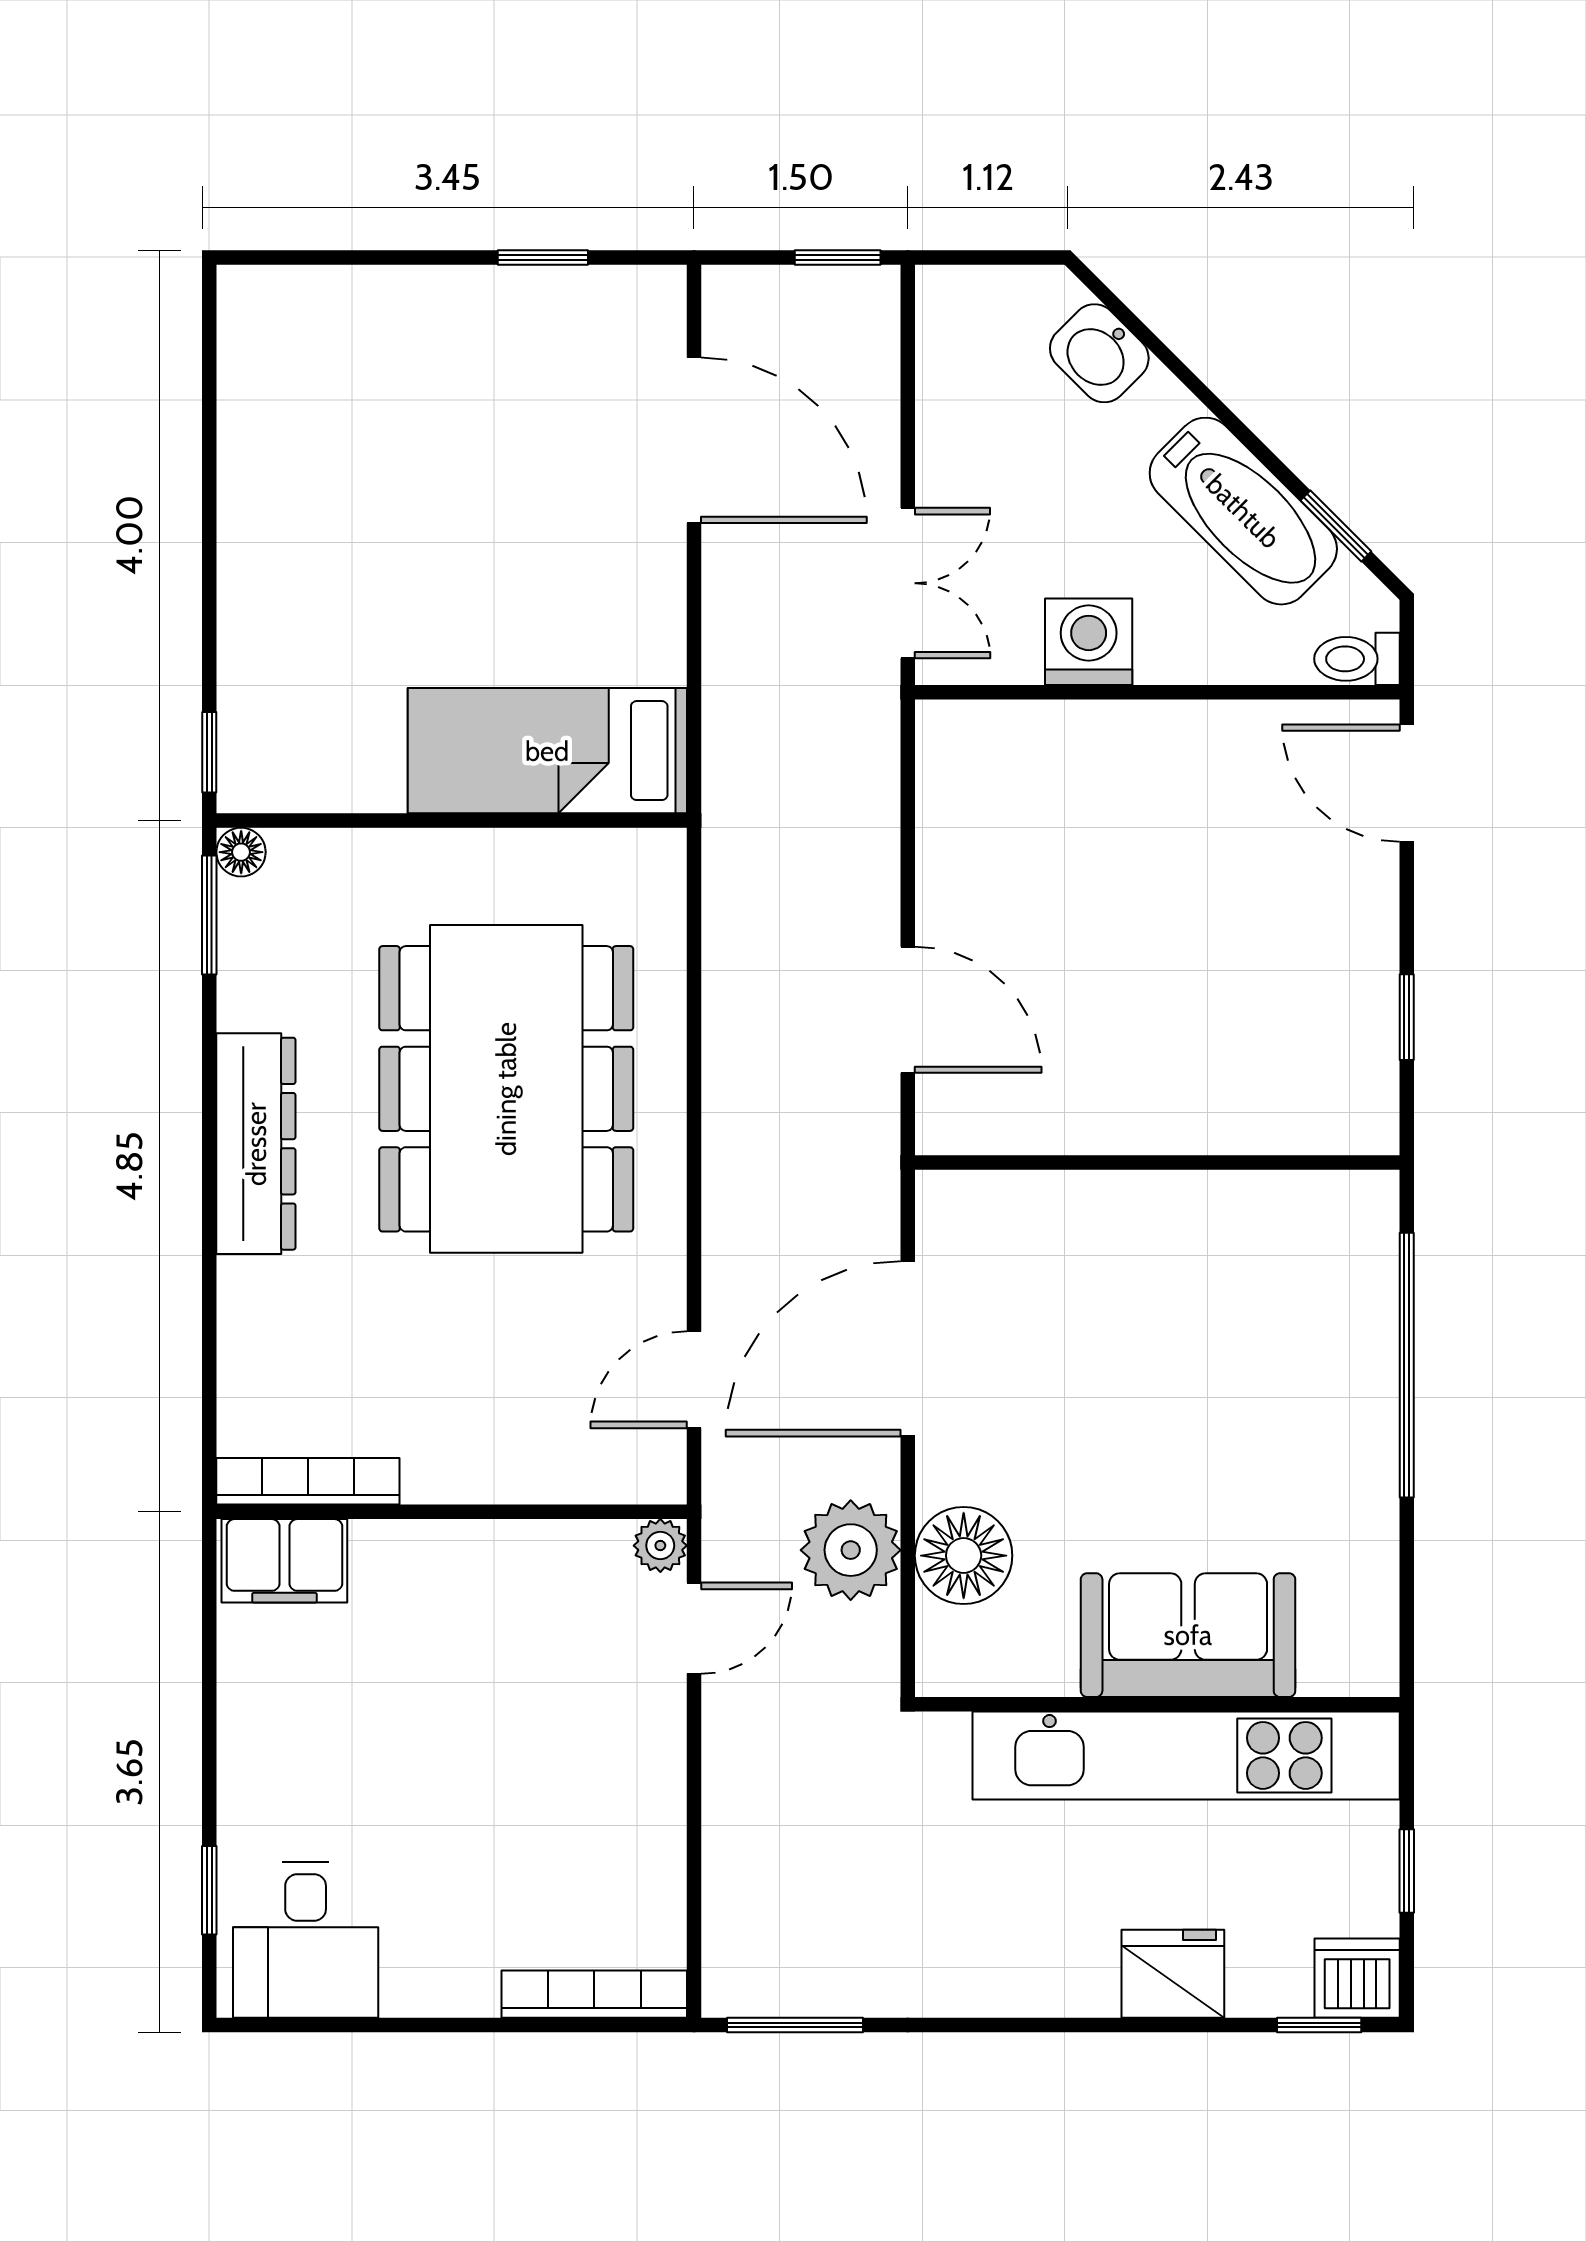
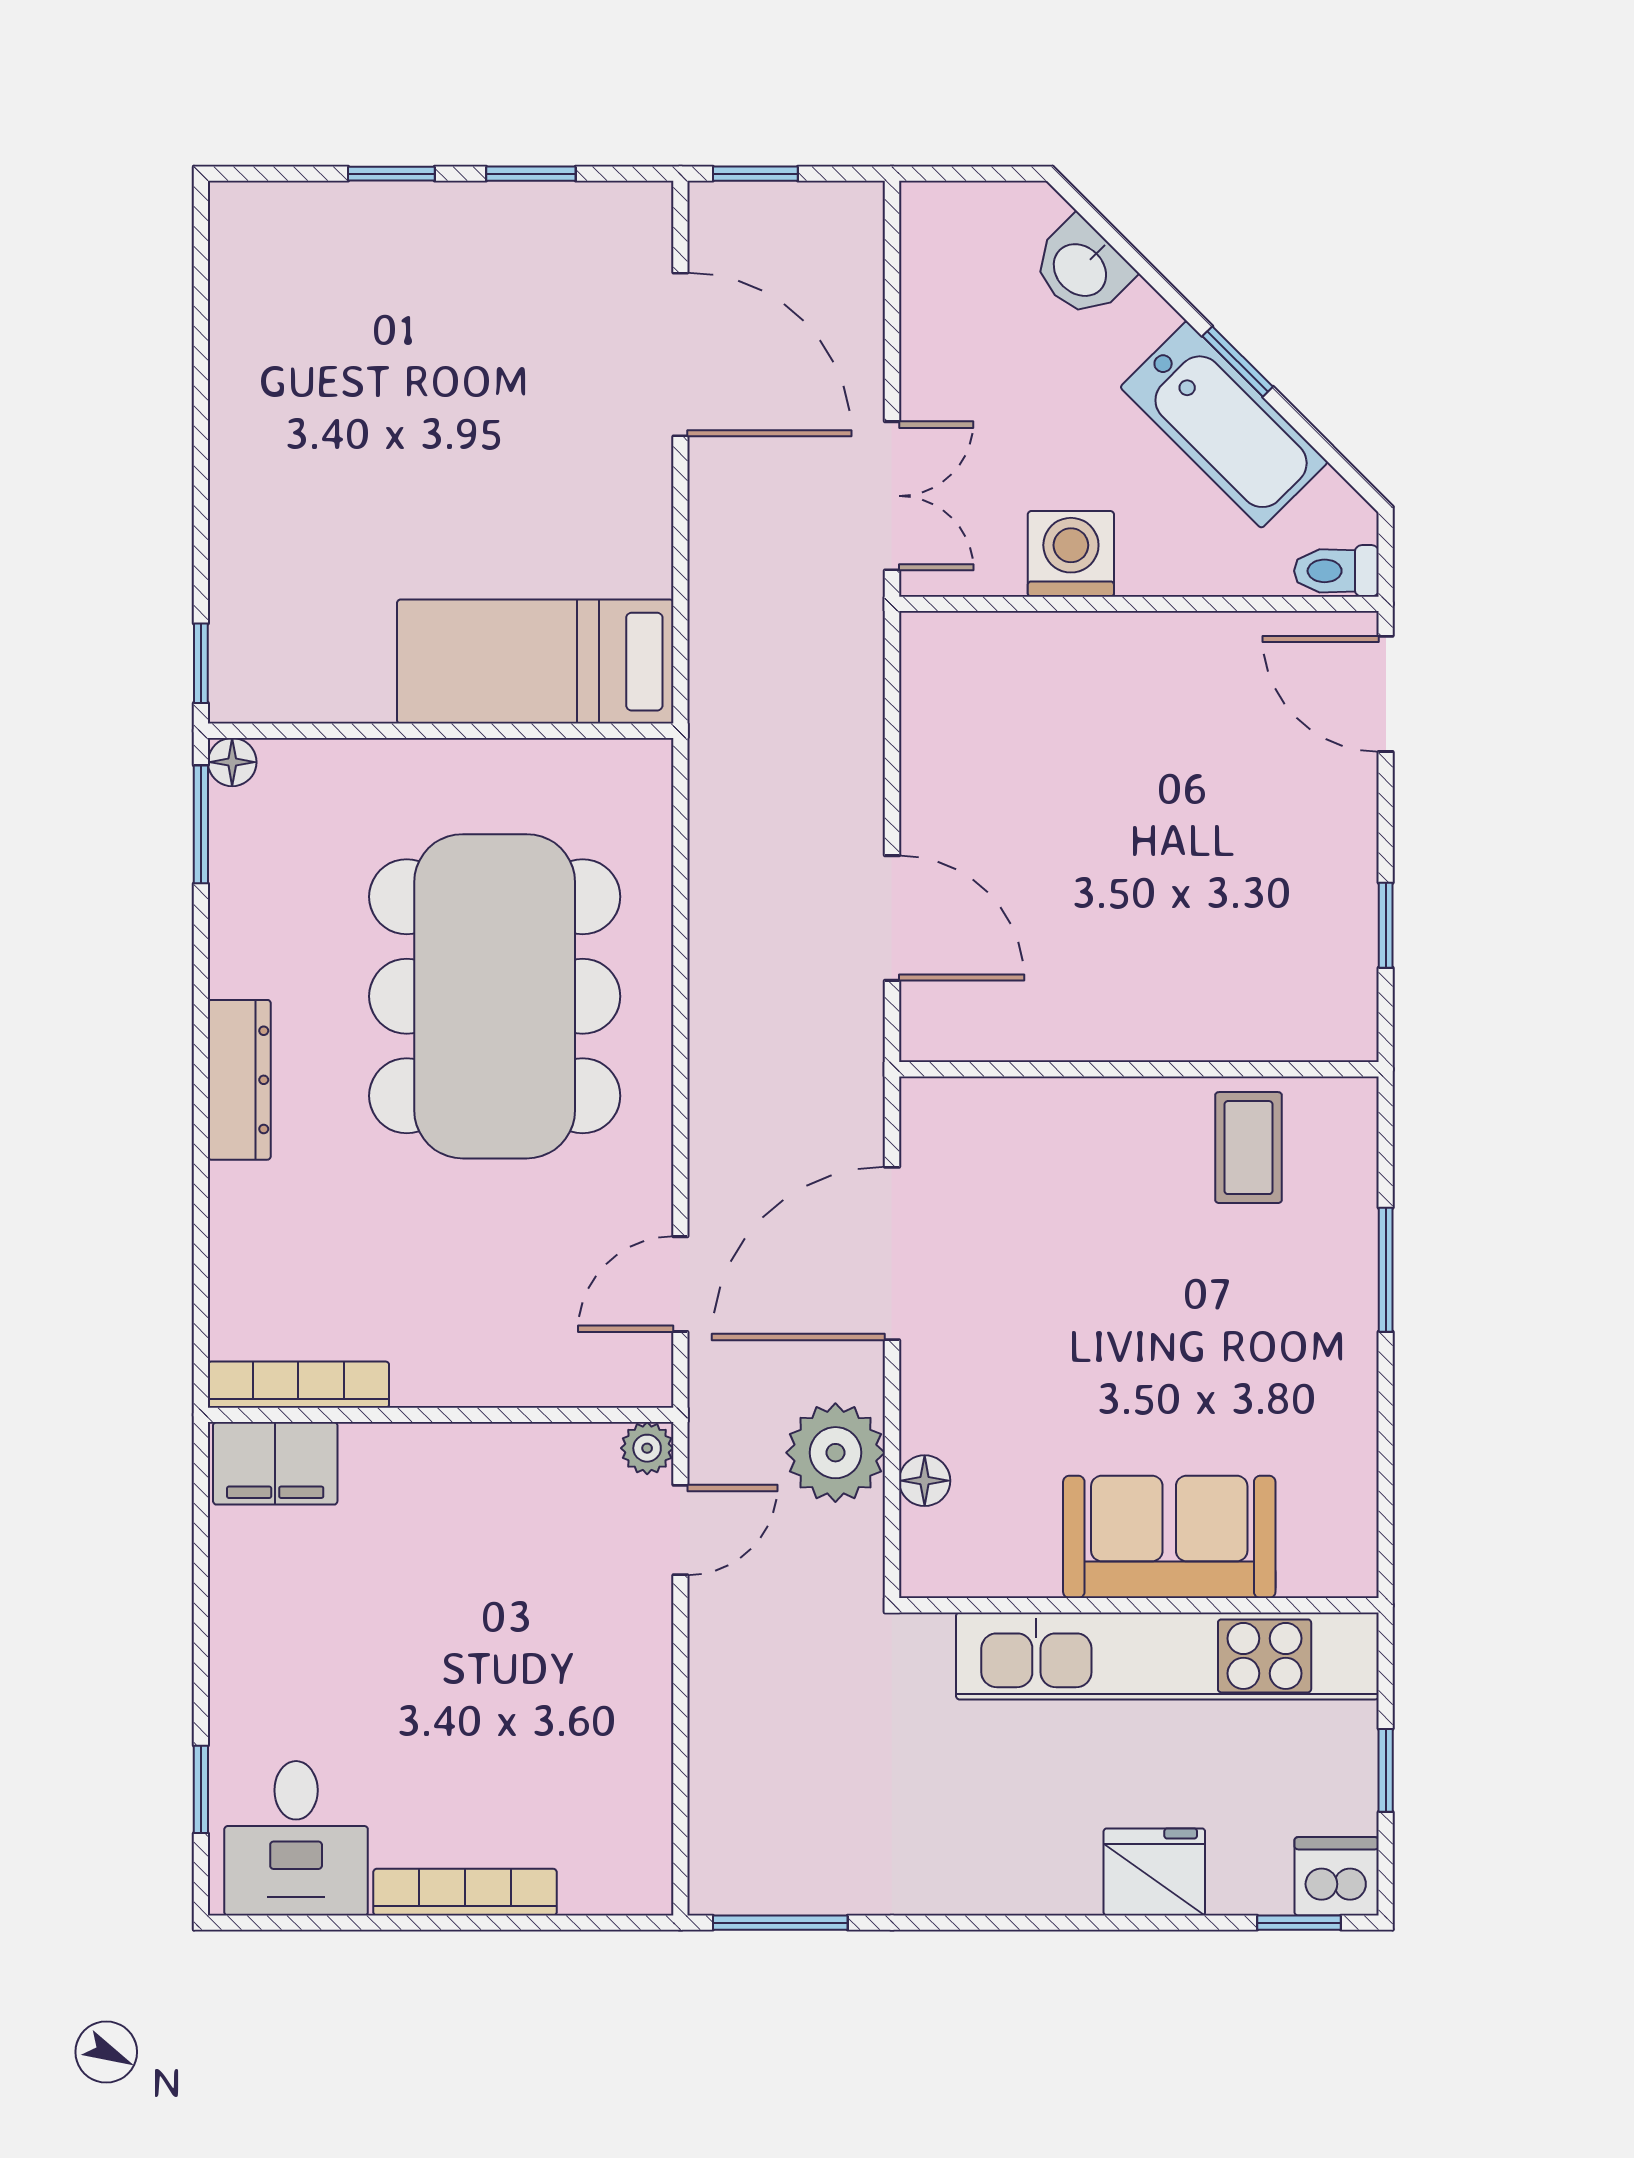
window: (402, 257) -> (391, 174), added
window: (838, 257) -> (755, 174), moved
window: (1336, 526) -> (1238, 361), moved
dresser: (256, 1144) -> (239, 1080), width x0.73, depth x0.80
coffee table: (1268, 1242) -> (1248, 1148), added
window: (1407, 1365) -> (1386, 1270), width x0.47
floor lamp: (964, 1556) -> (925, 1481), width x0.53, depth x0.53
bookcase: (594, 1994) -> (465, 1892), moved

